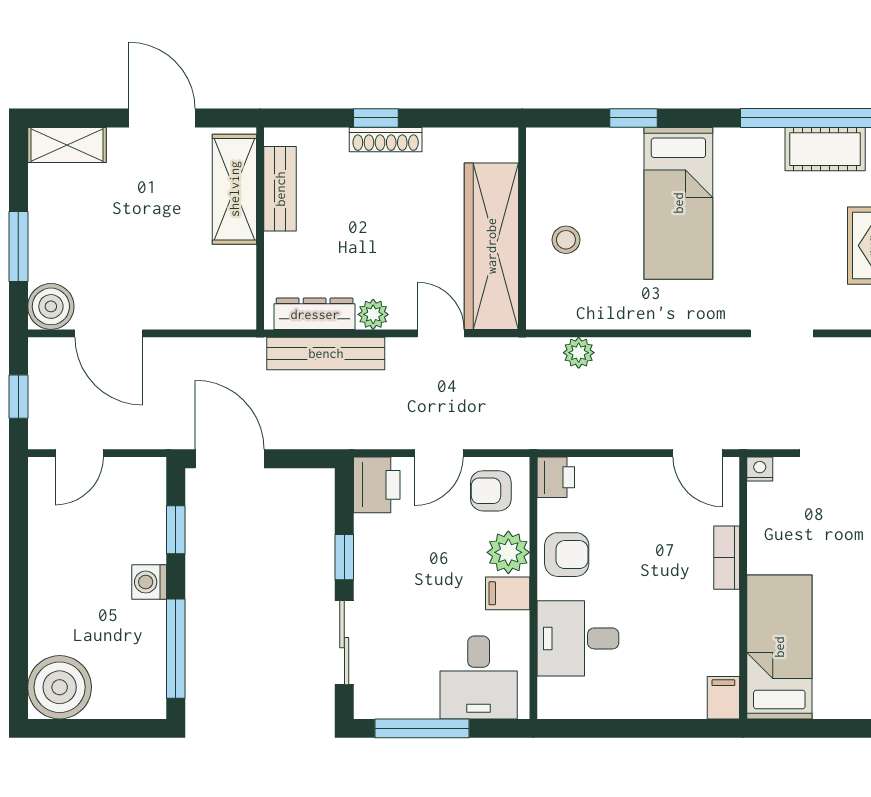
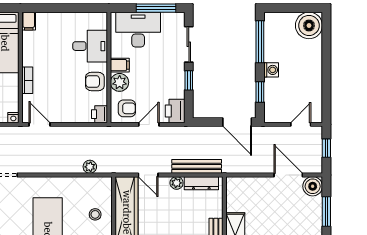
desk: (479, 677) -> (138, 30), width x1.37

